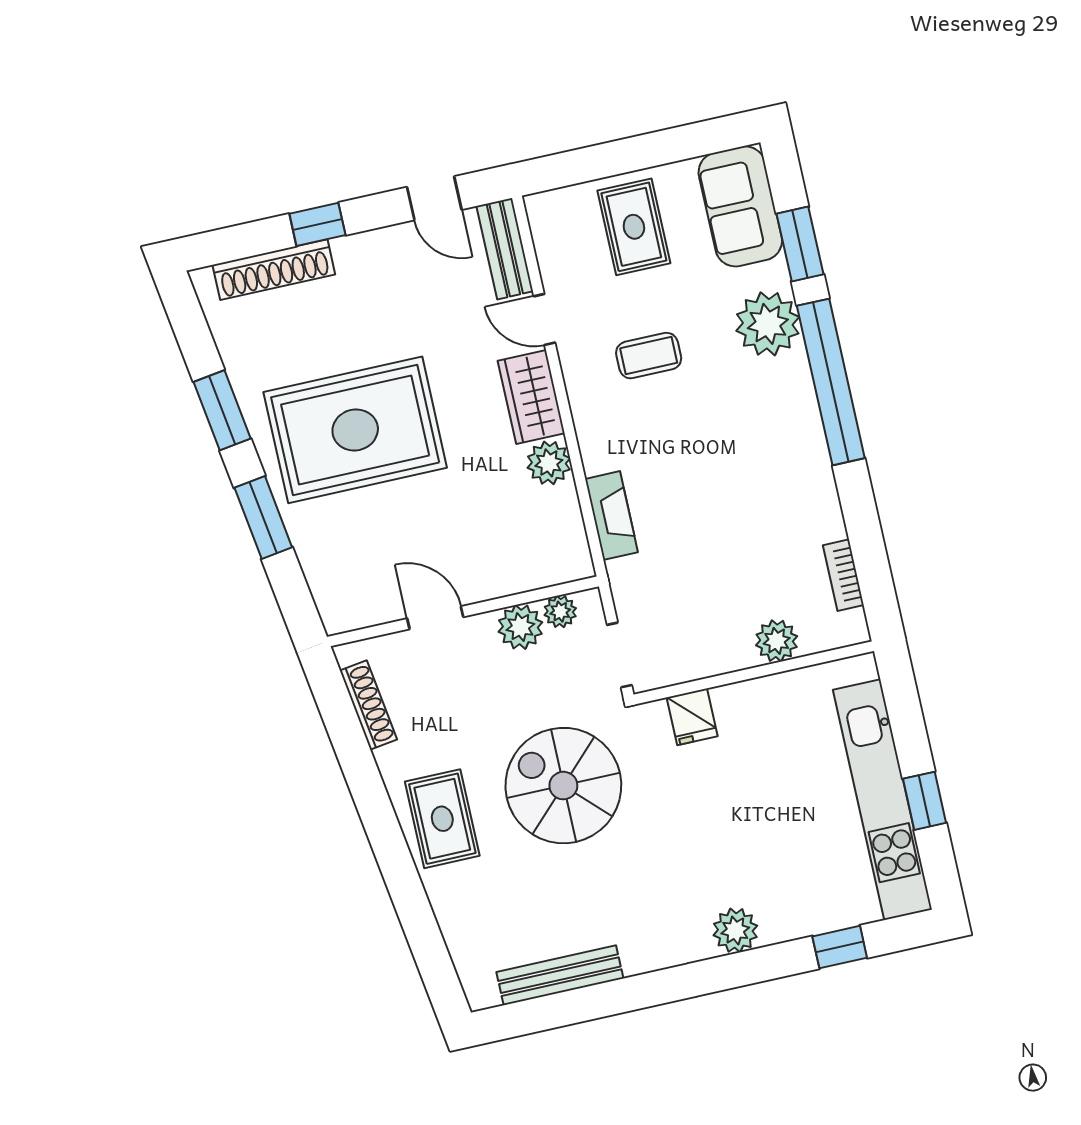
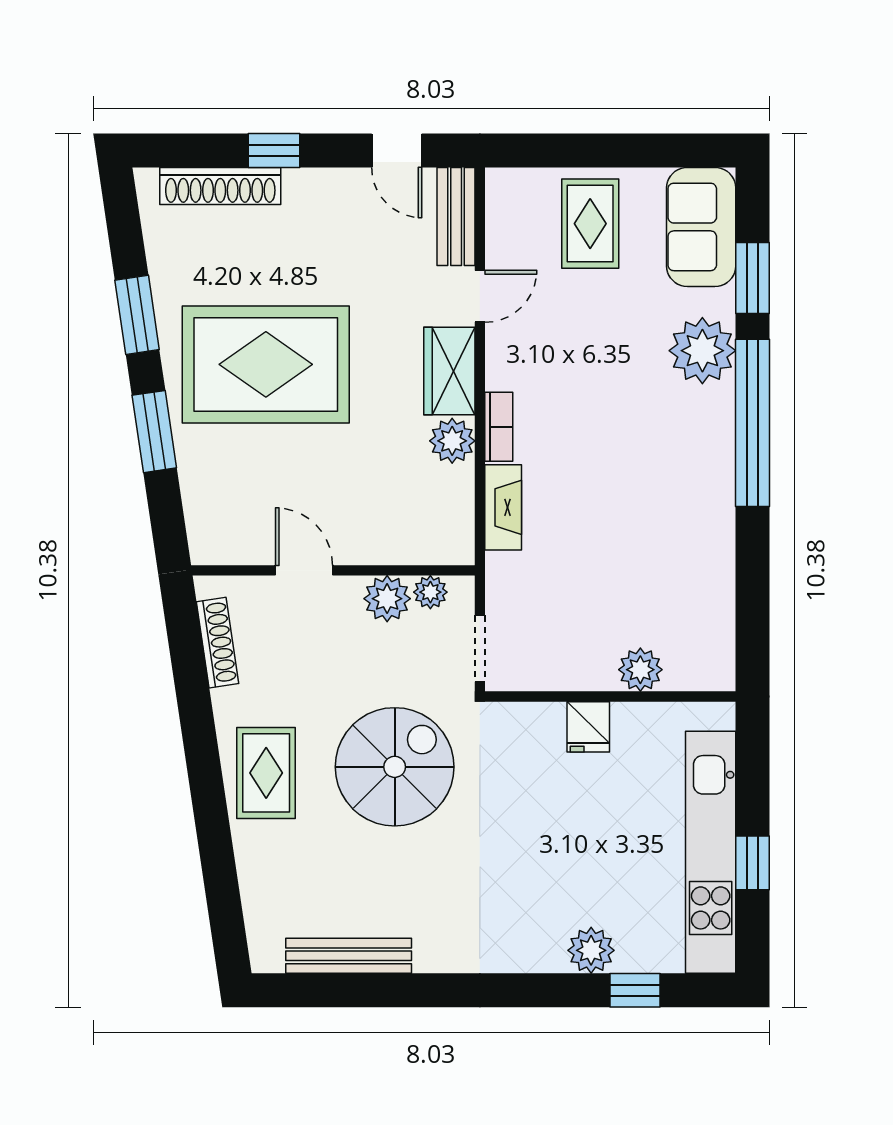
door: (544, 319) -> (480, 296), swing flipped
coffee table: (649, 356) -> (576, 356), removed
bookcase: (843, 575) -> (499, 427), moved, turned 180
fridge: (692, 717) -> (588, 727), moved
spiral stairs: (563, 786) -> (395, 767), turned 90
plant: (735, 930) -> (591, 950), moved

